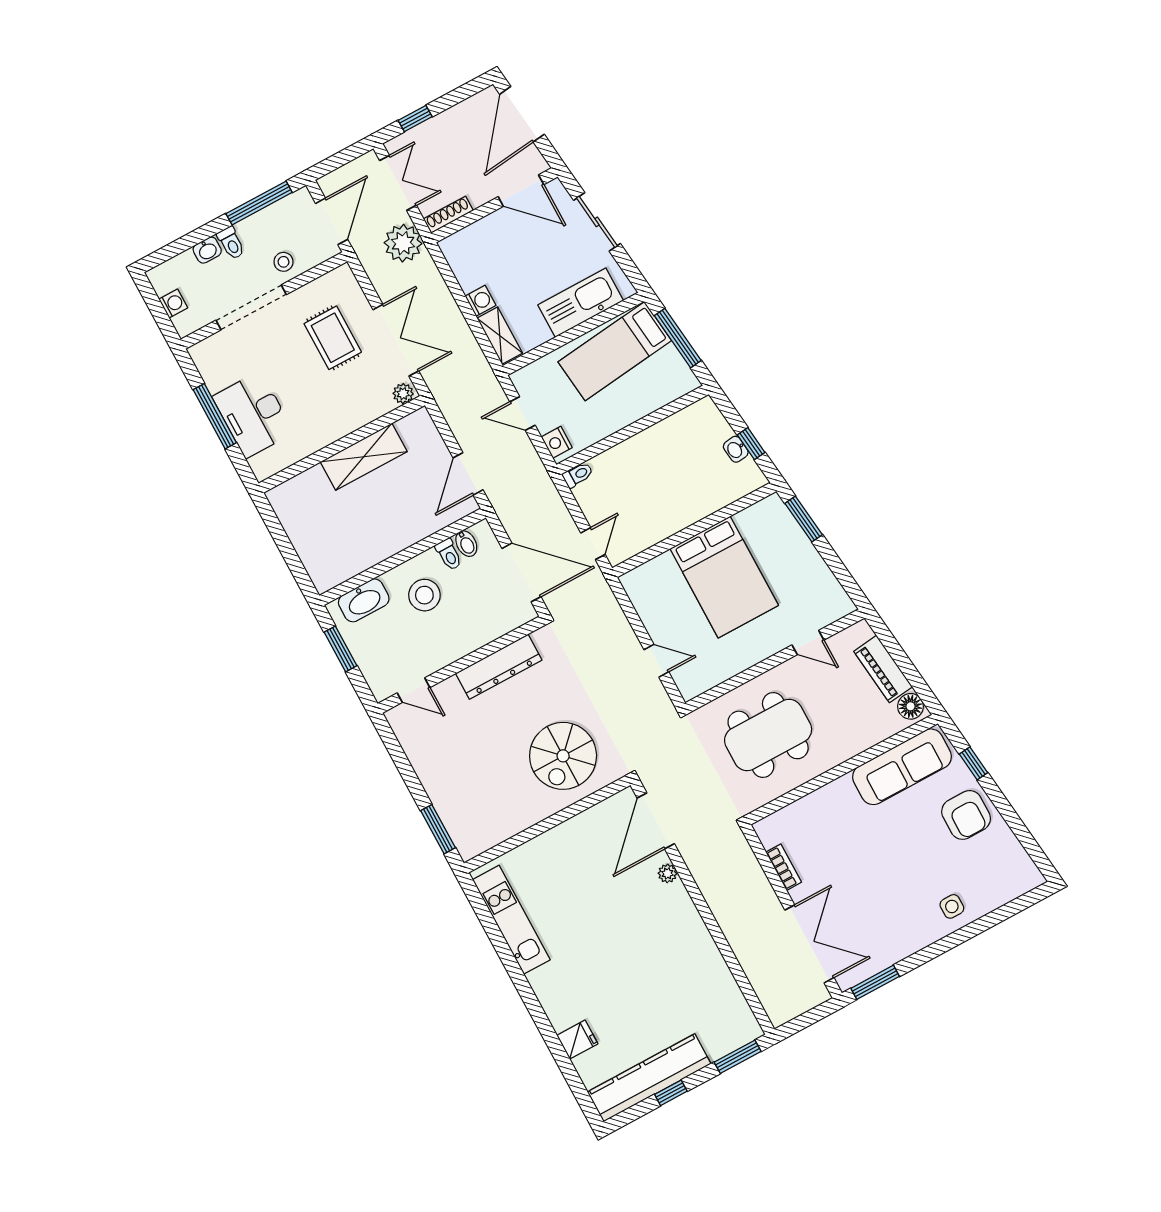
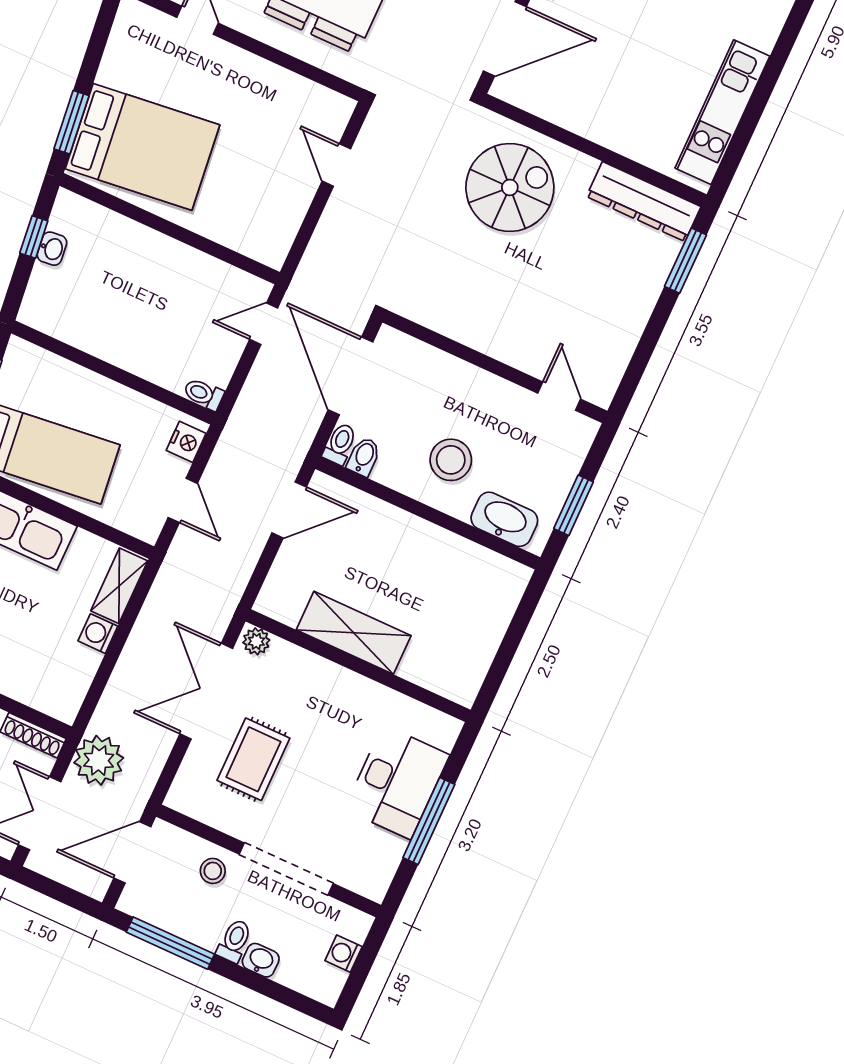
toilet: (449, 554) -> (340, 444), moved
bed: (724, 577) -> (142, 147), moved, turned 84
dresser: (499, 667) -> (644, 202), moved, turned 180

